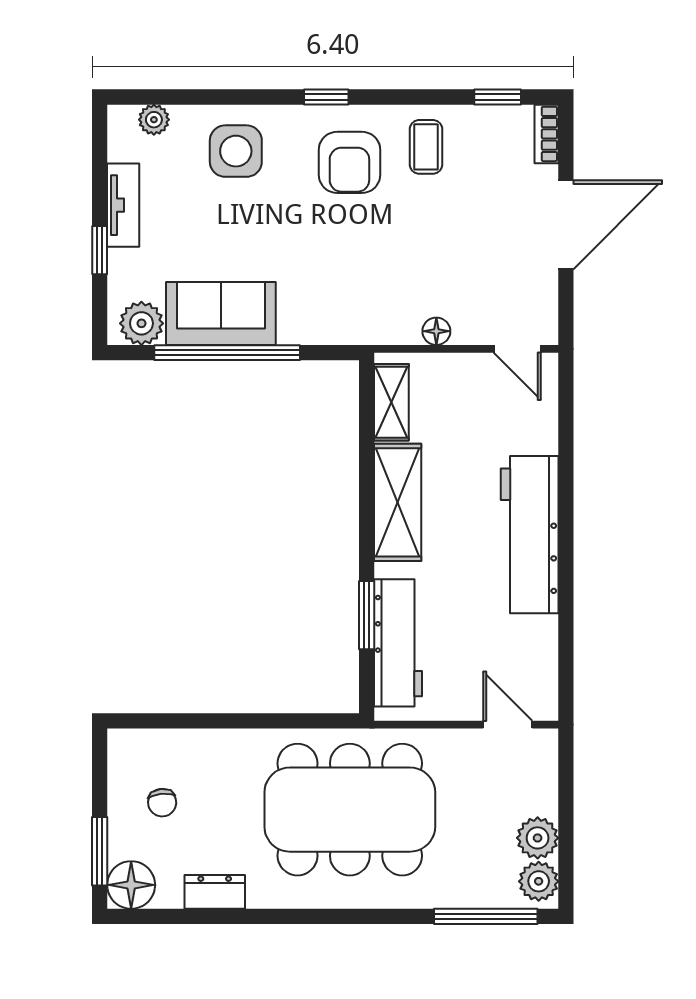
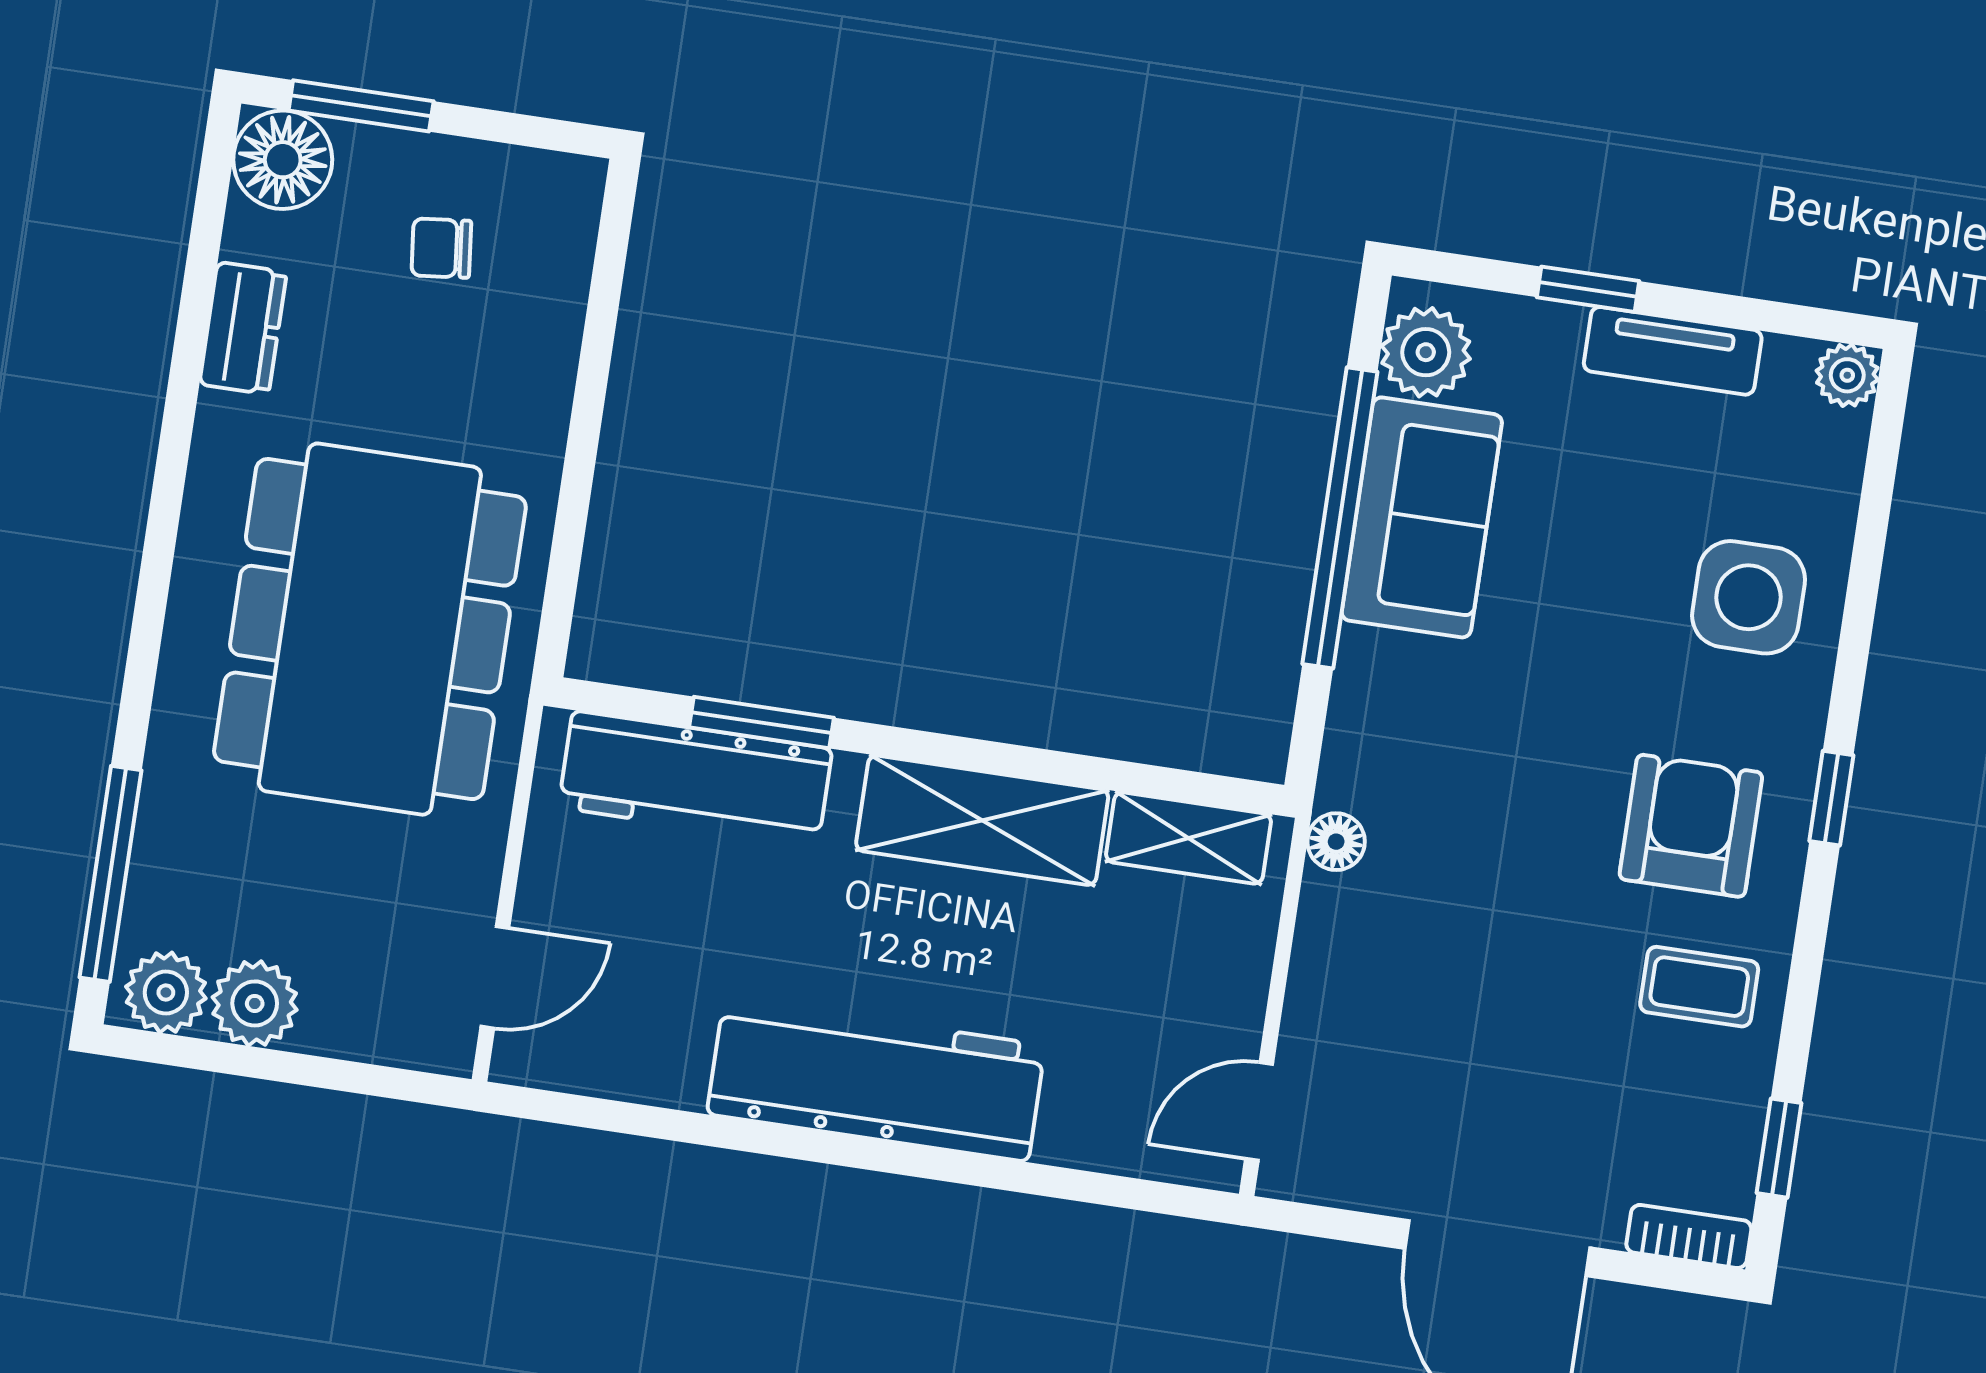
plant: (154, 120) -> (1847, 375), moved
armchair: (349, 162) -> (1691, 826), turned 90
floor lamp: (436, 331) -> (1336, 842), moved

